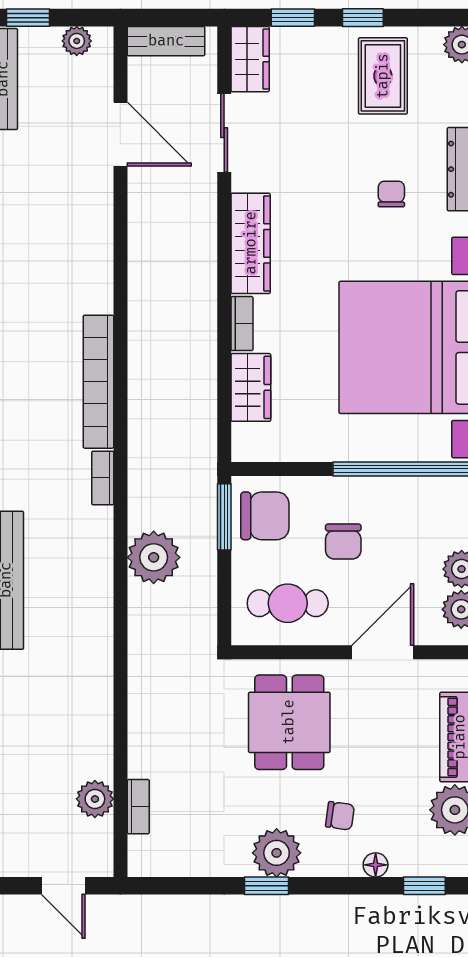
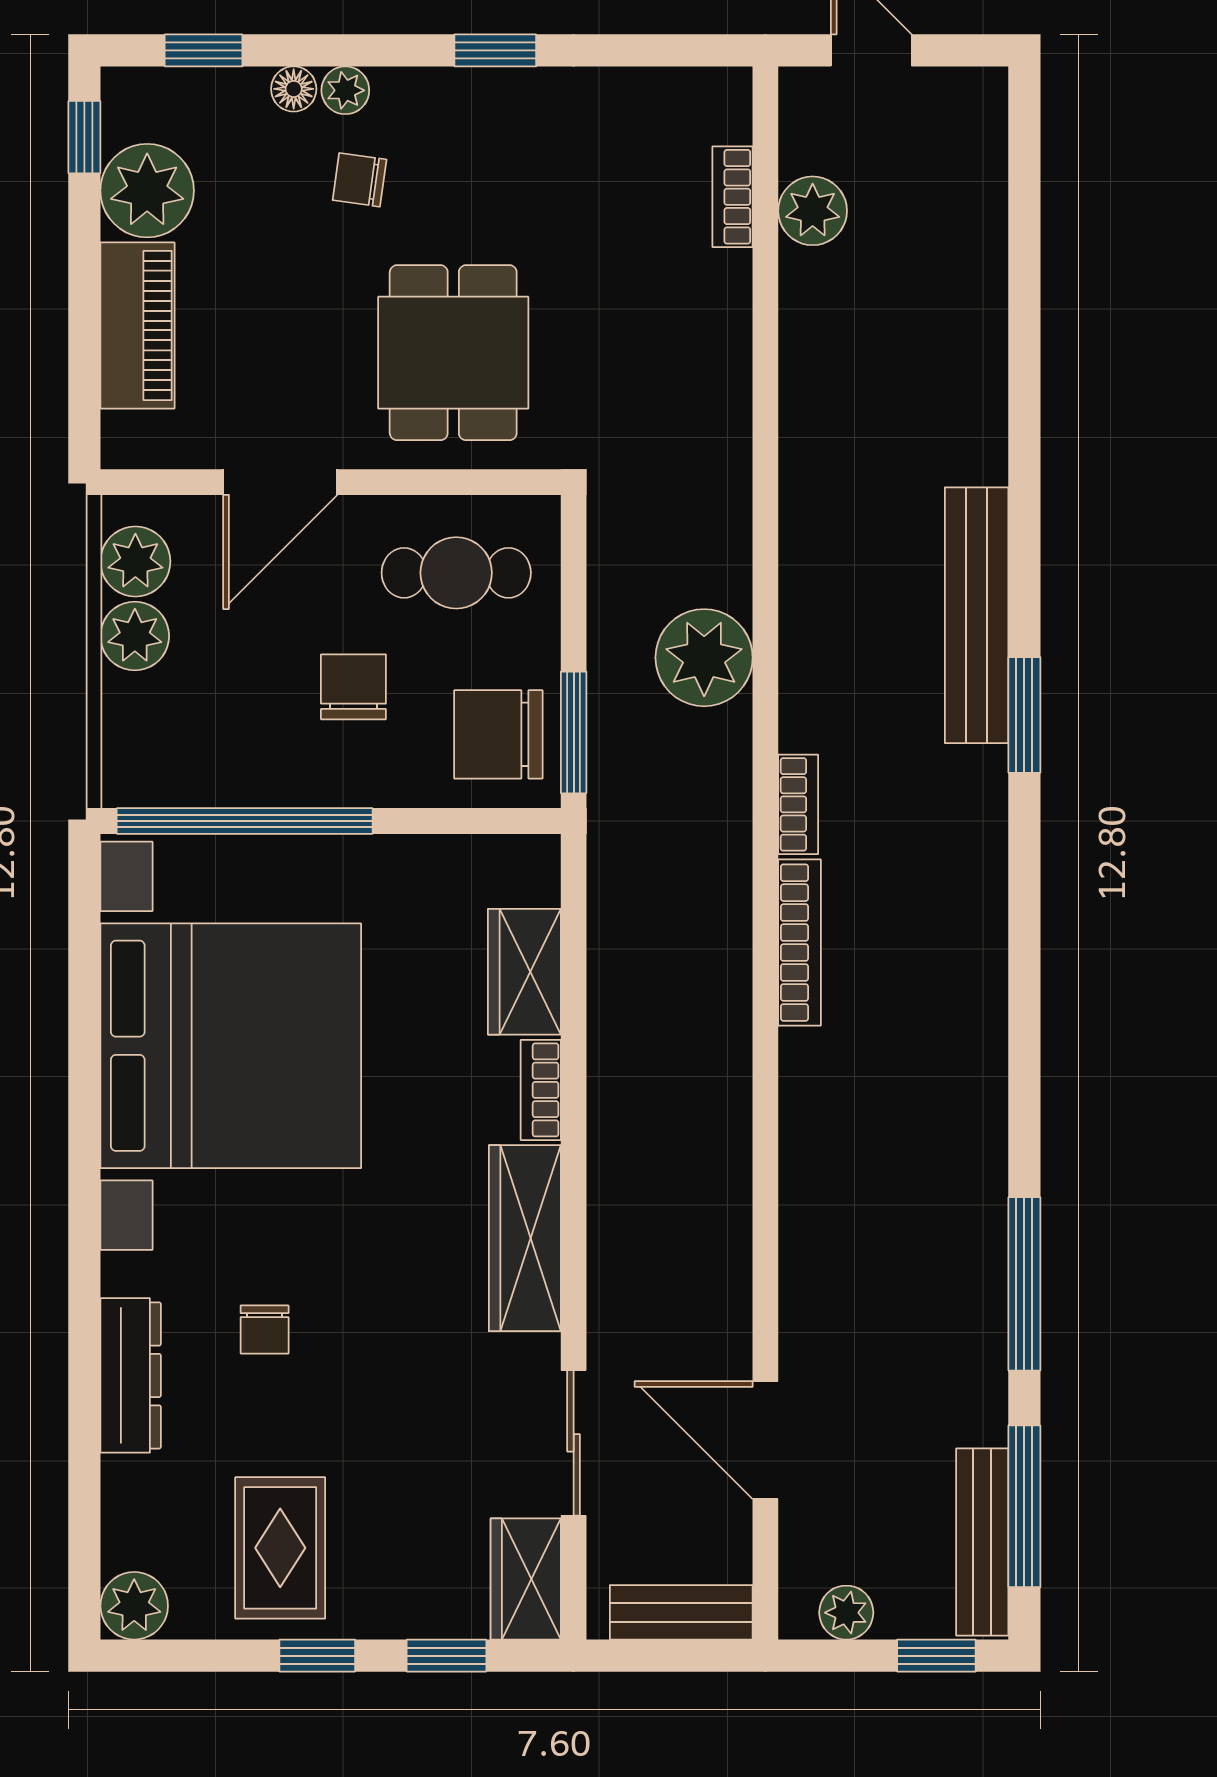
bookcase: (98, 382) -> (800, 943), width x0.68, depth x0.76
plant: (277, 853) -> (345, 90), moved, width x0.53, depth x0.53

